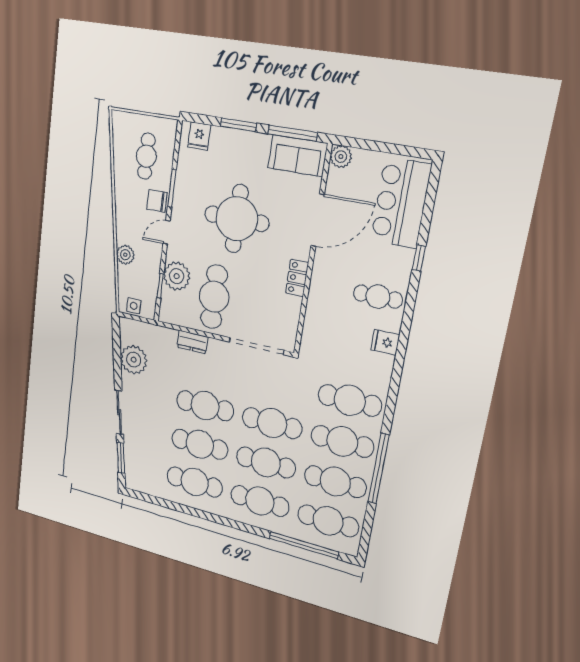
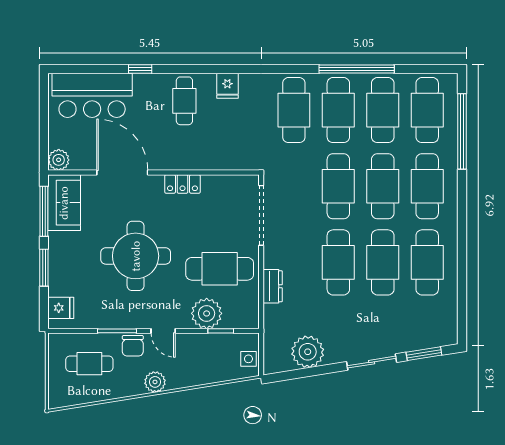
plant: (125, 255) -> (155, 382), moved

